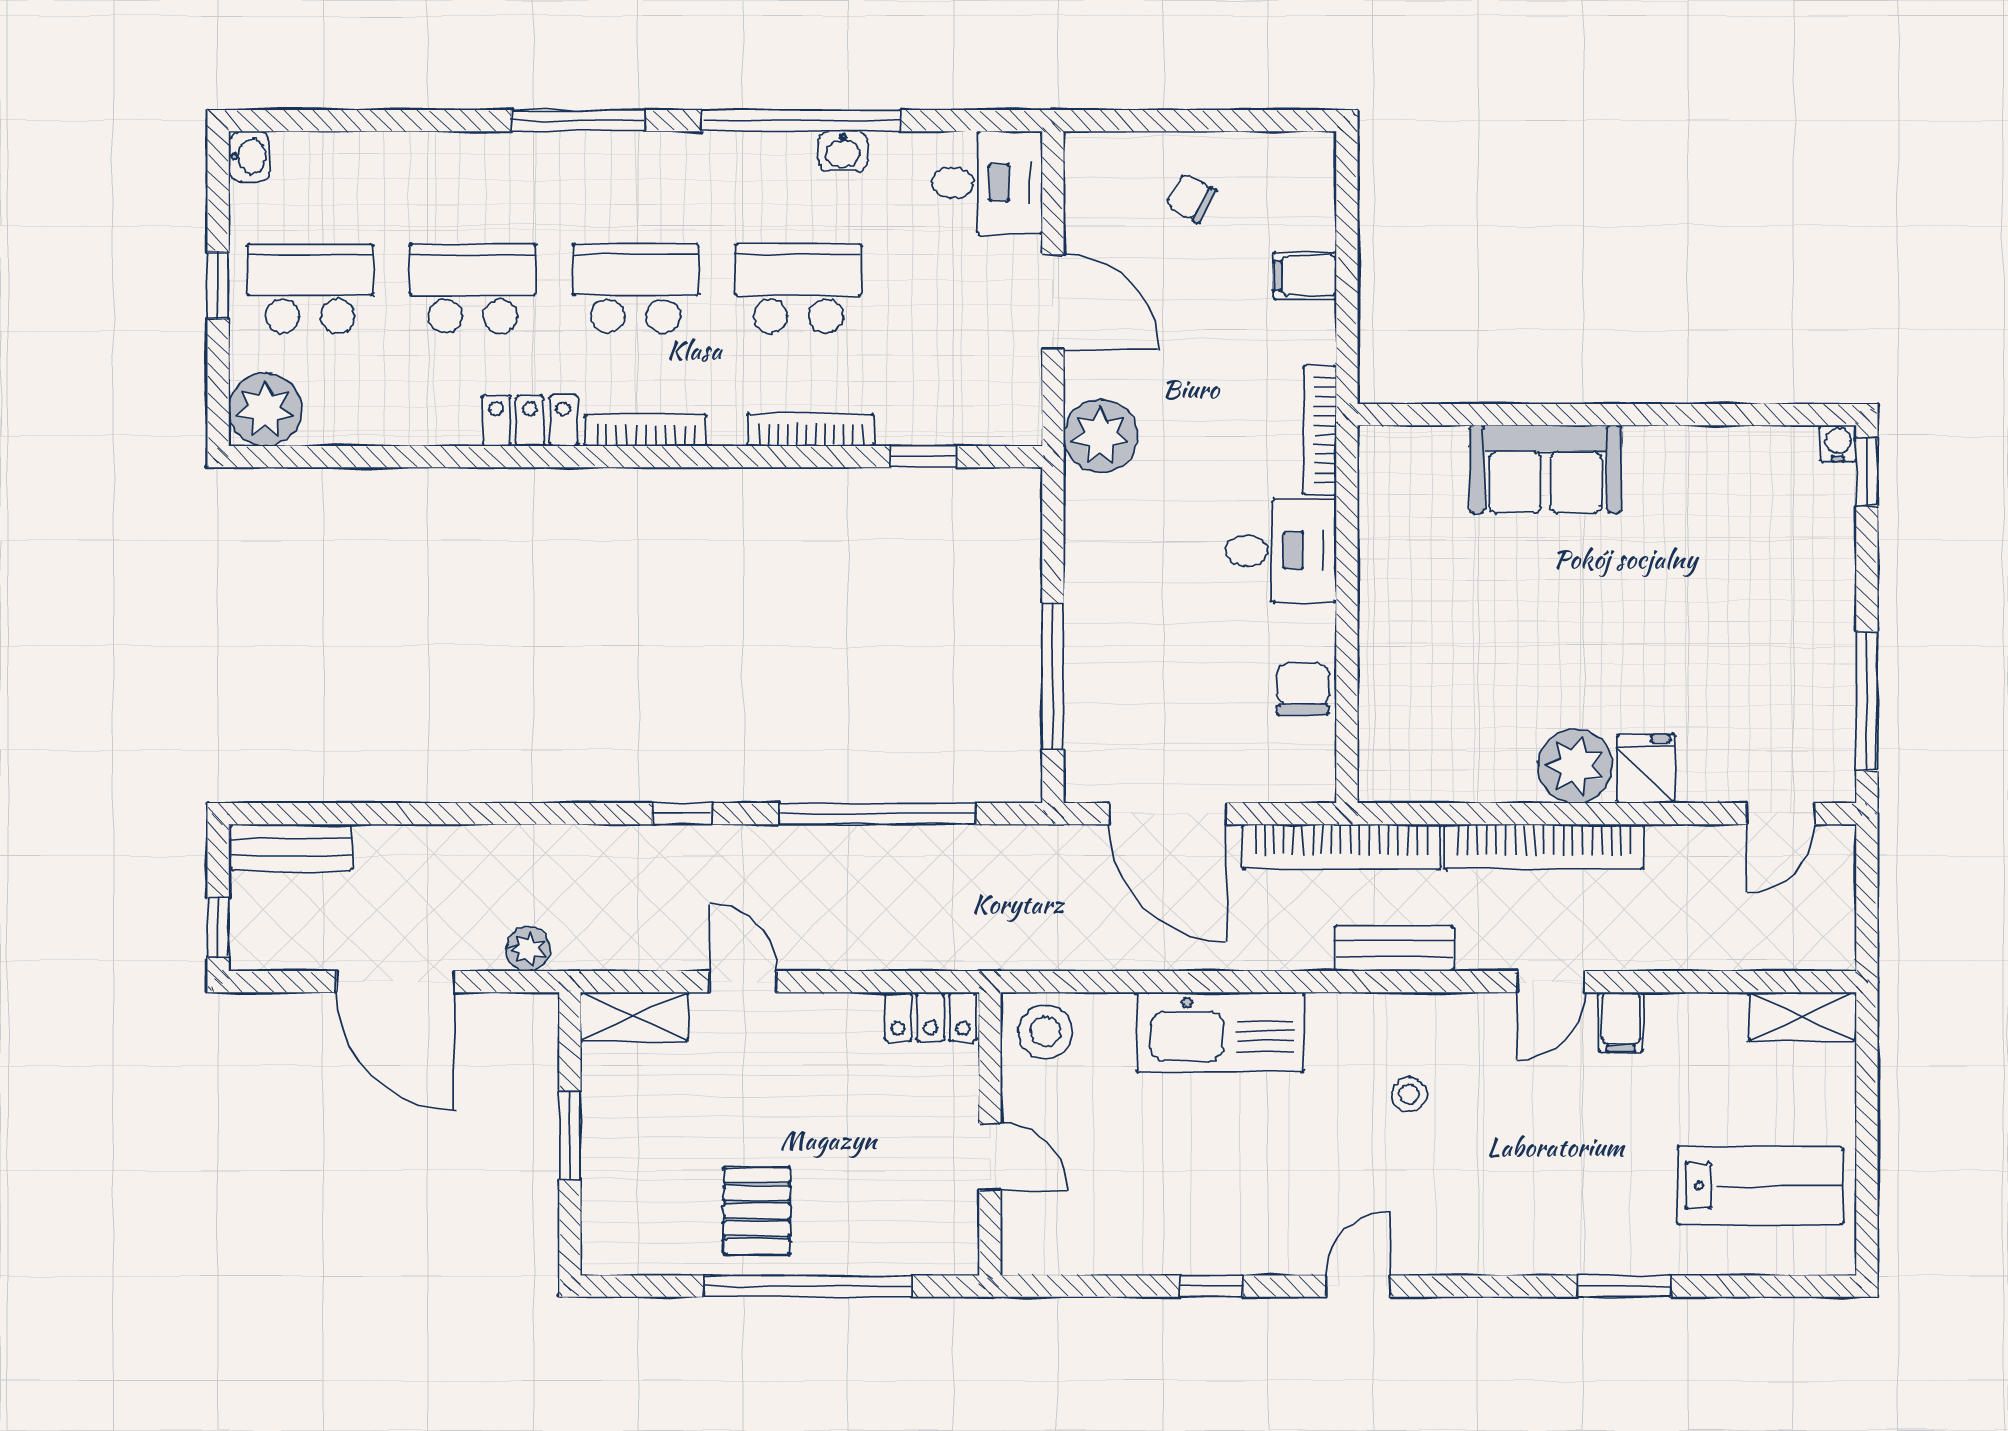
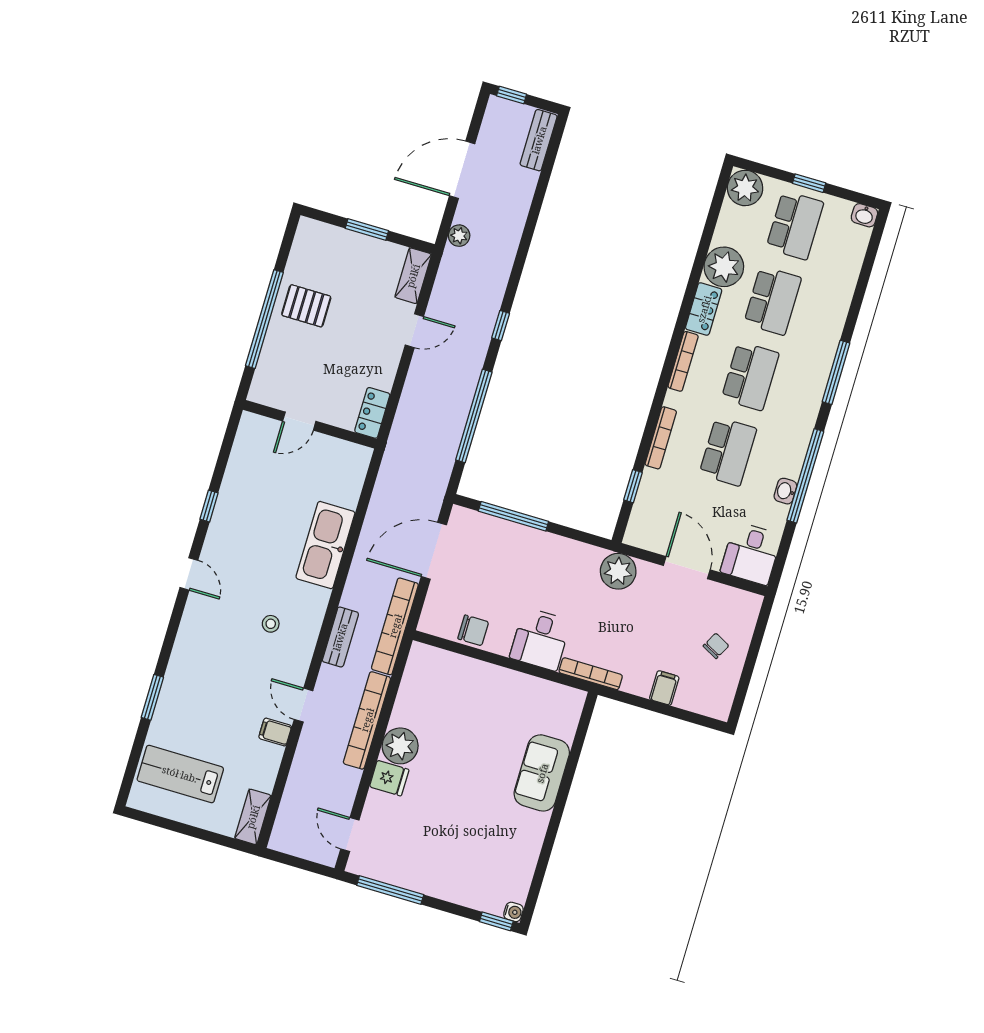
door: (1053, 302) -> (687, 568), swing flipped
plant: (434, 405) -> (724, 267), added
stool: (1045, 1032) -> (350, 464), removed
lab bench: (1760, 1186) -> (180, 774), turned 90

